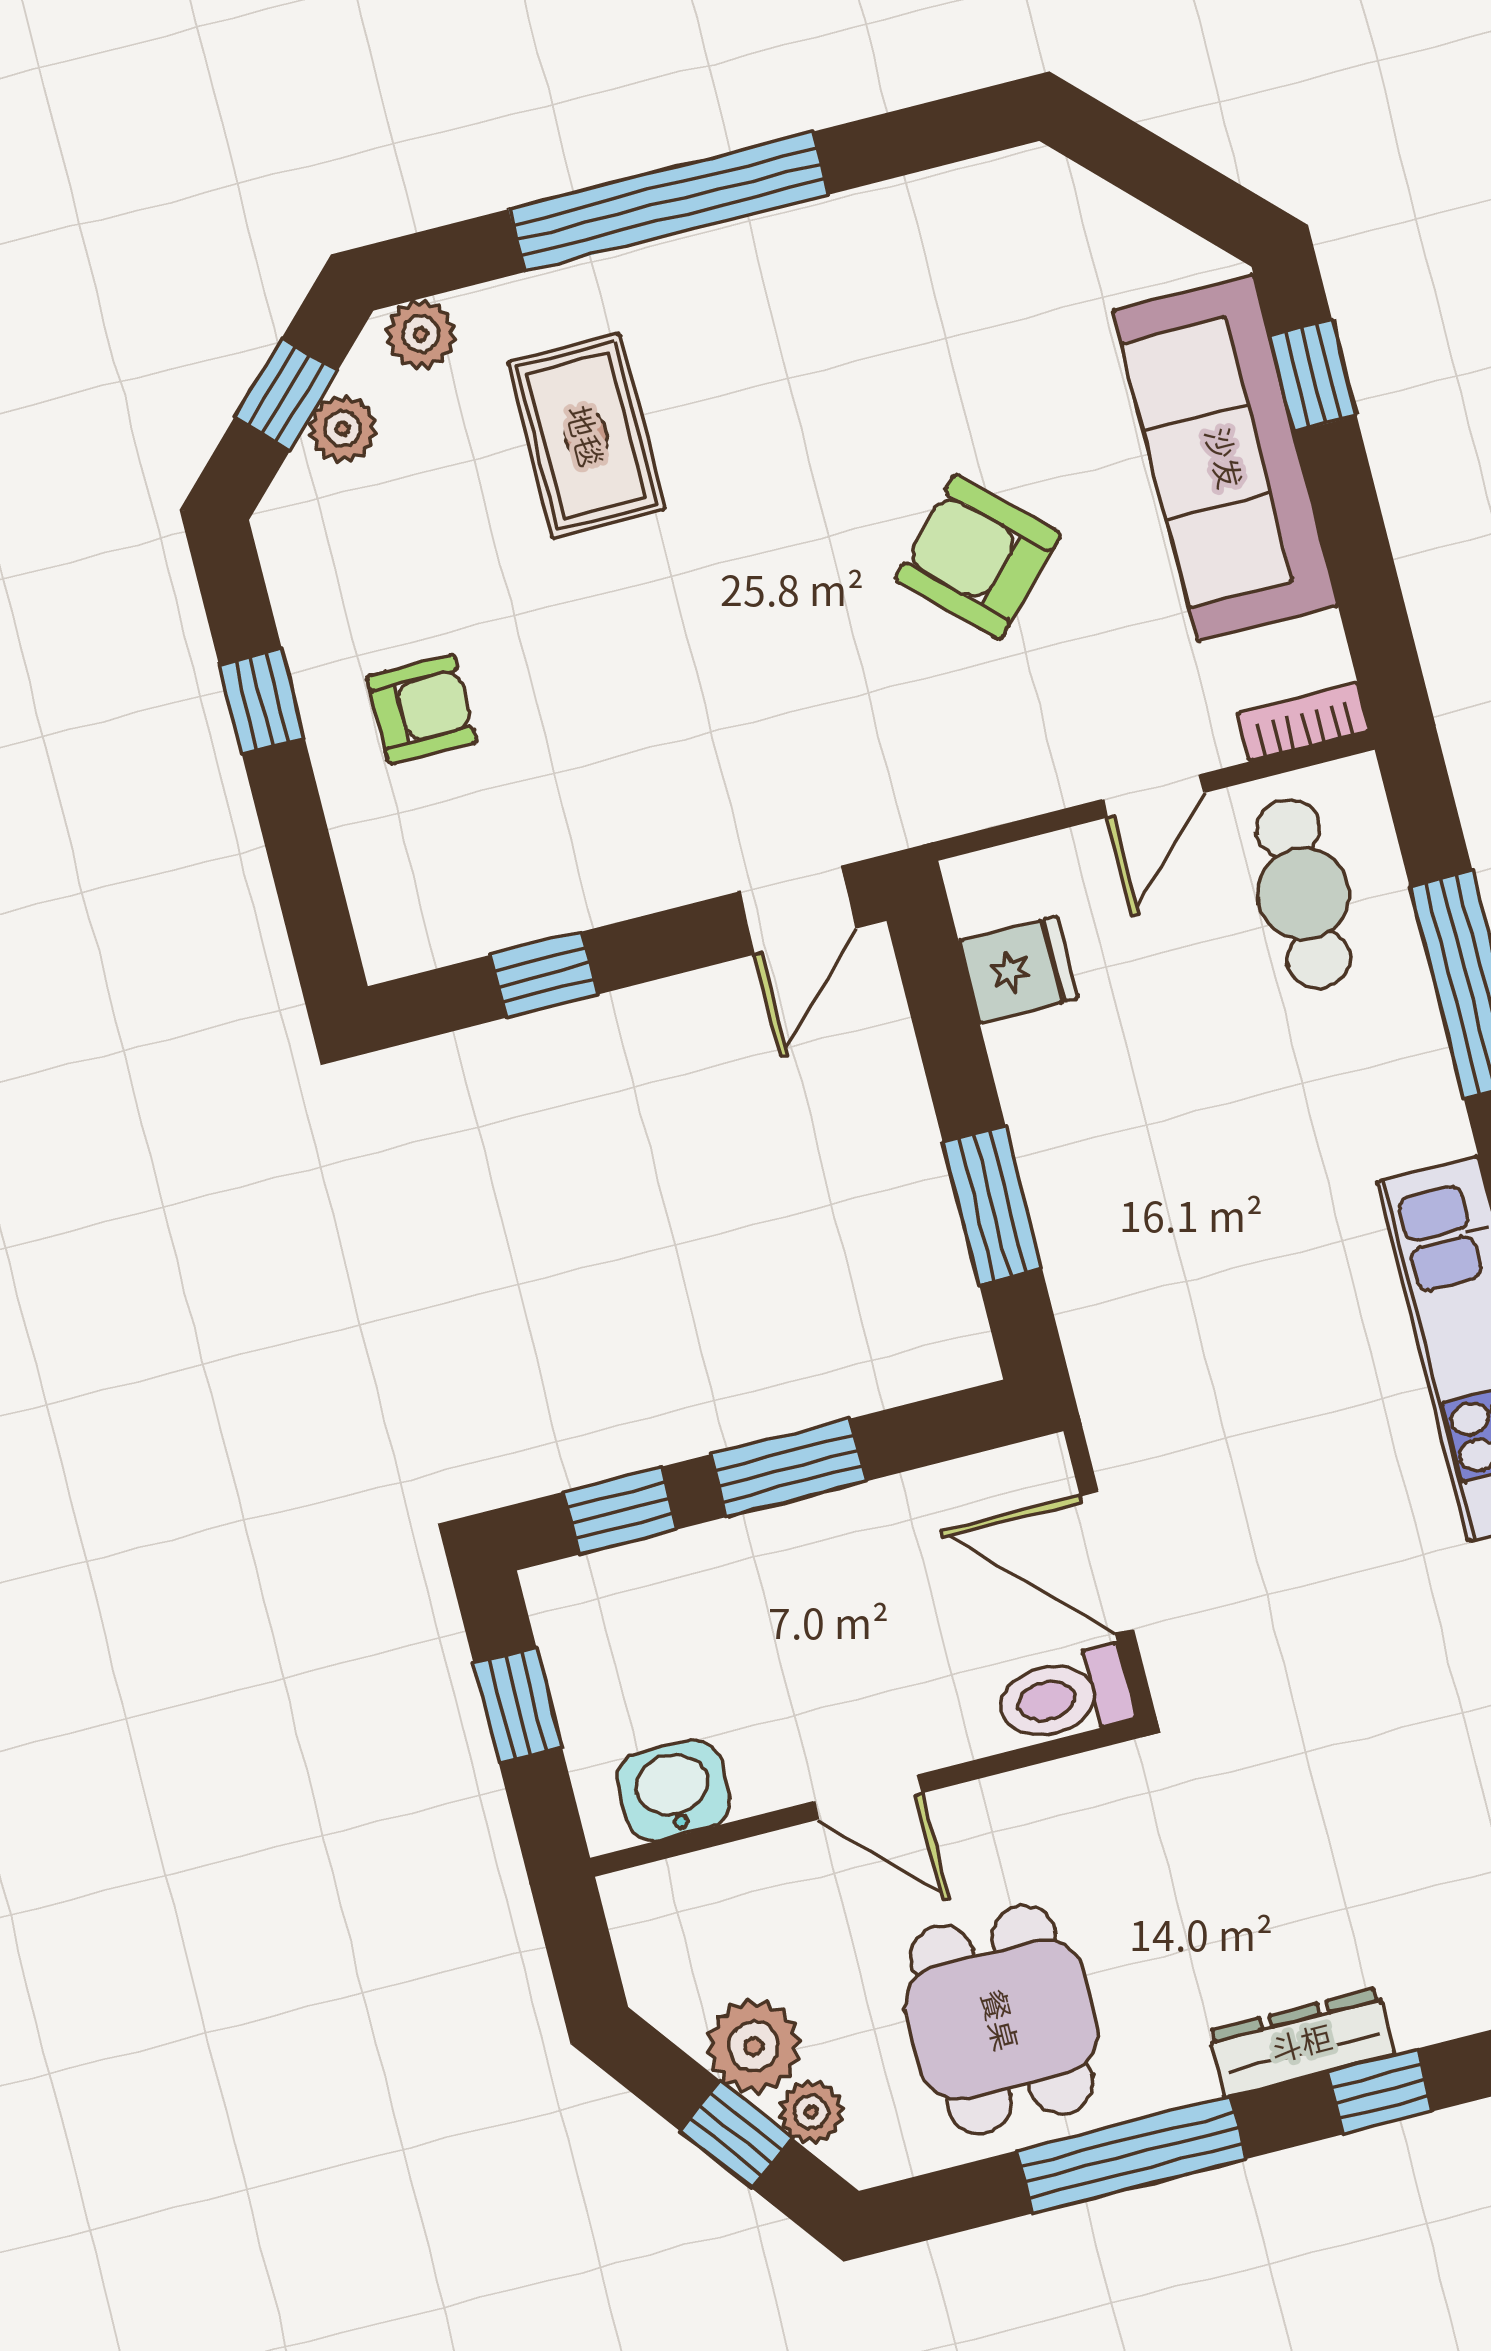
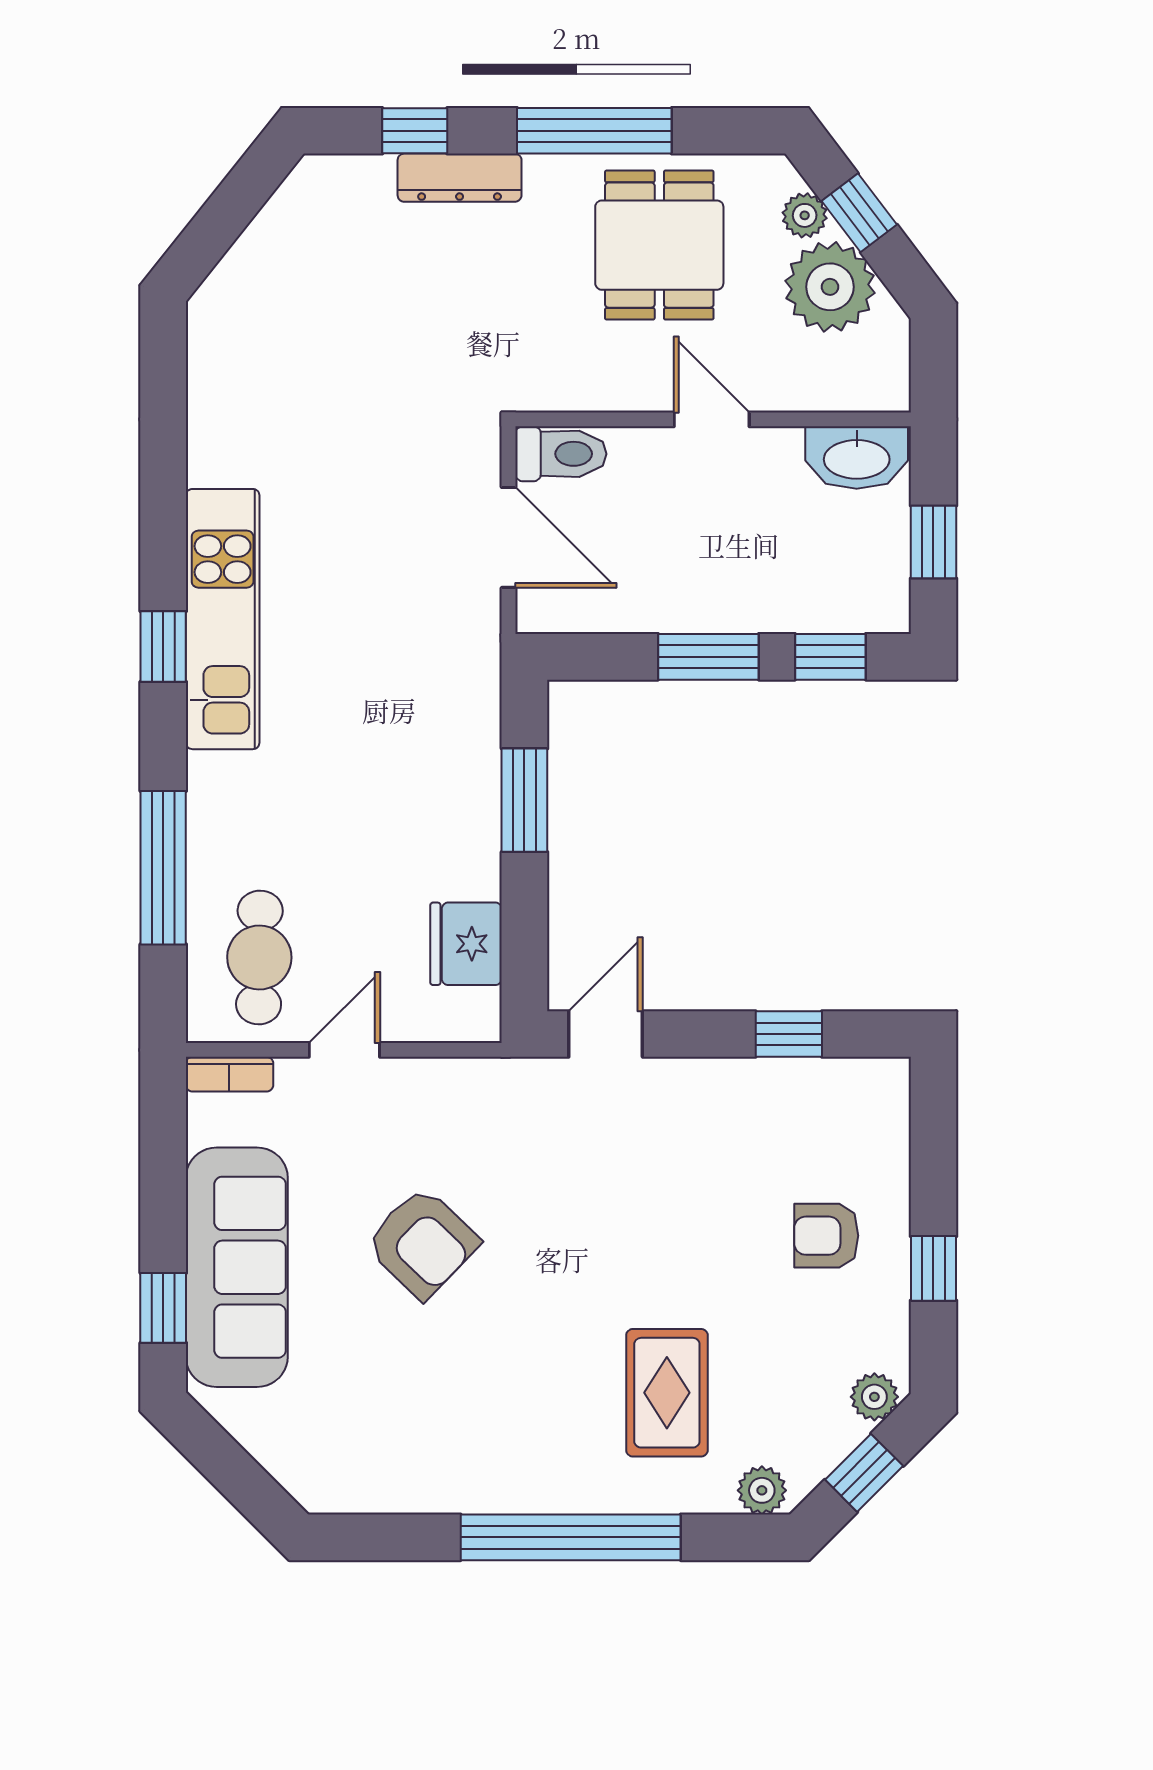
plant: (343, 428) -> (874, 1397), moved
fridge: (1018, 970) -> (466, 944), width x1.38
washbasin: (673, 1791) -> (857, 457), width x1.38
plant: (754, 2046) -> (830, 287), width x1.36, depth x1.36

